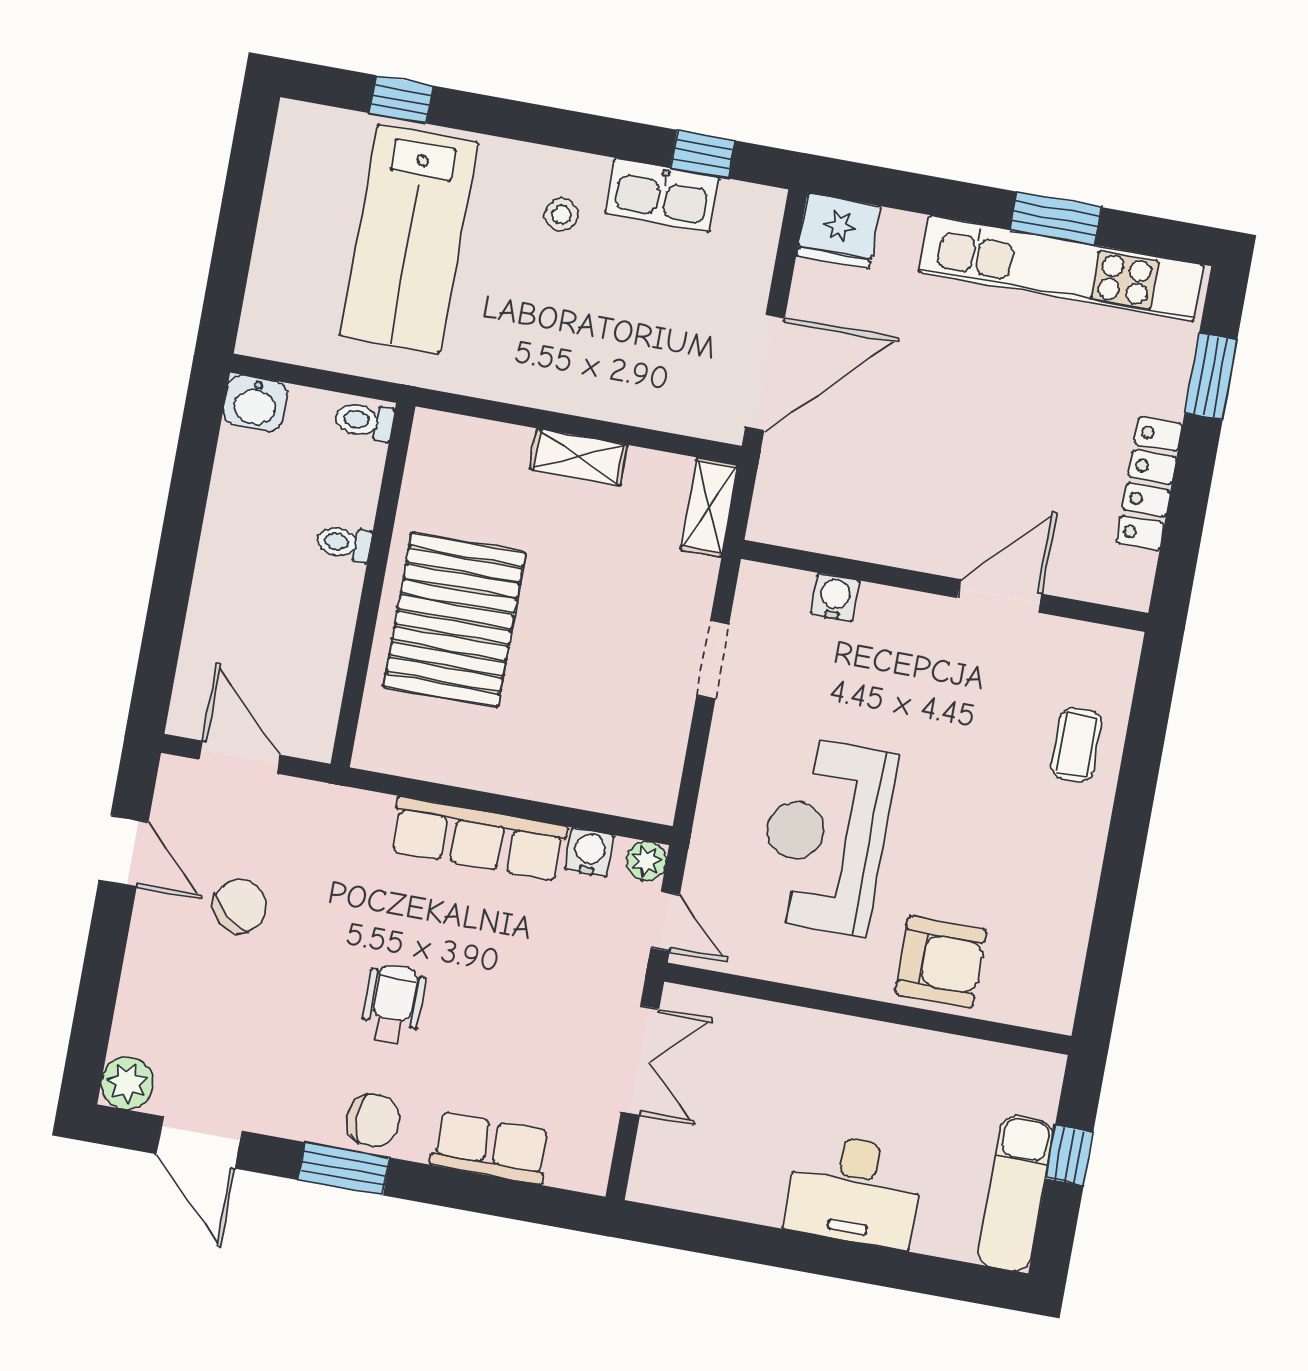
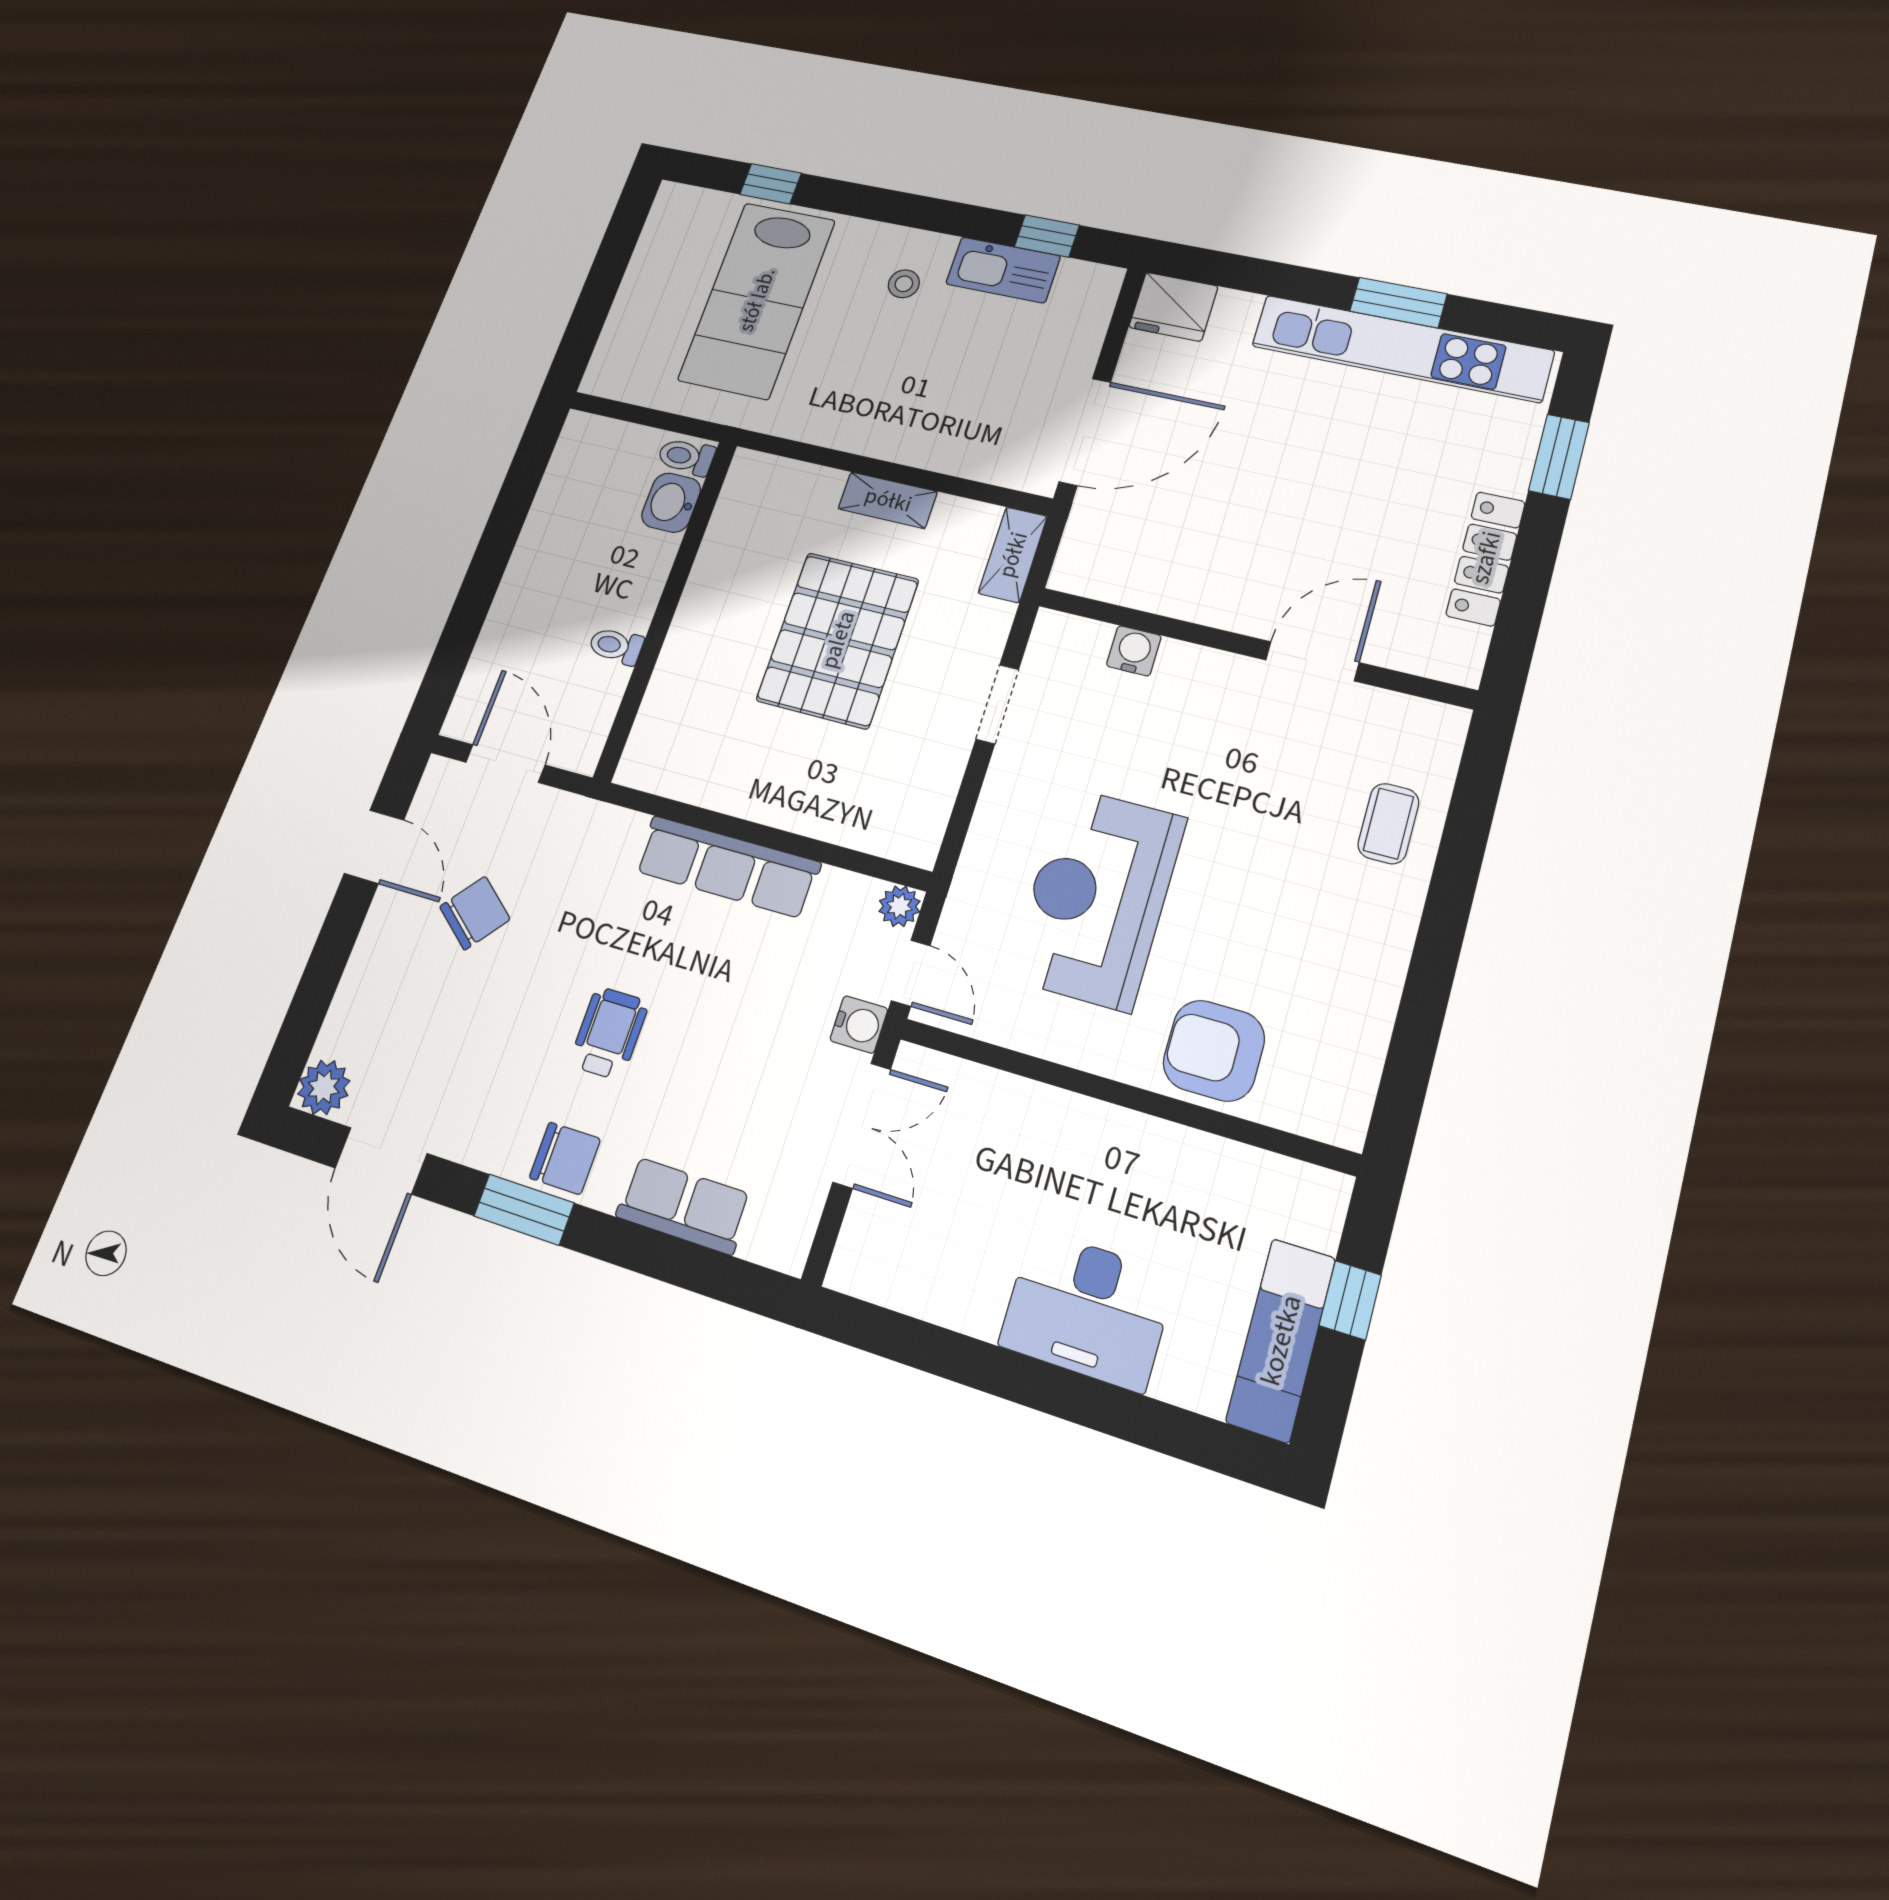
washbasin: (255, 403) -> (671, 503), moved, turned 90
toilet: (344, 543) -> (616, 646), moved
pallet: (454, 620) -> (838, 640), moved
water cooler: (590, 852) -> (859, 1024), moved, turned 90
armchair: (941, 962) -> (1214, 1051), turned 180

